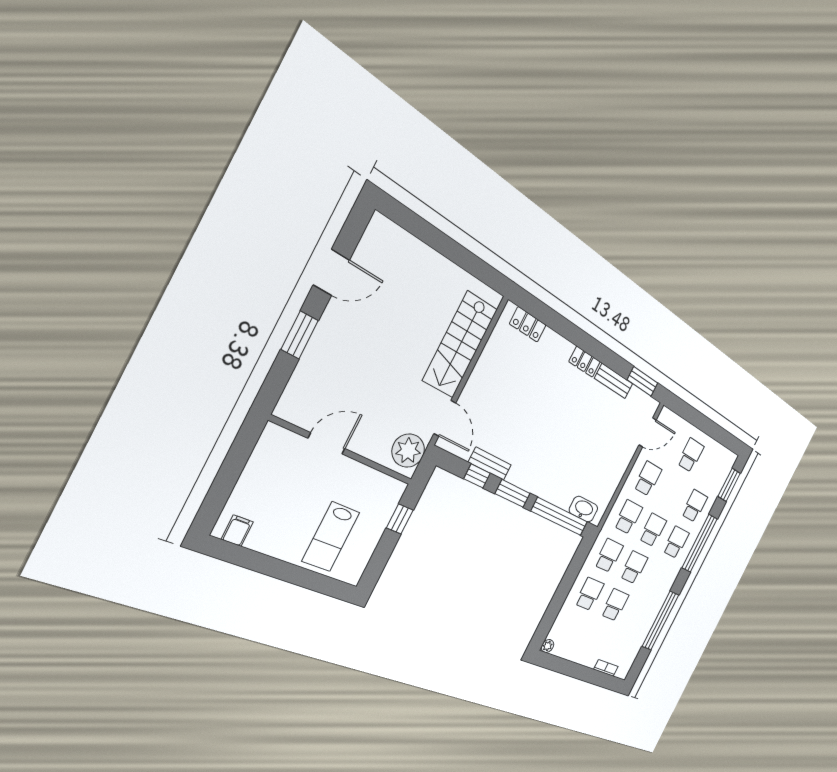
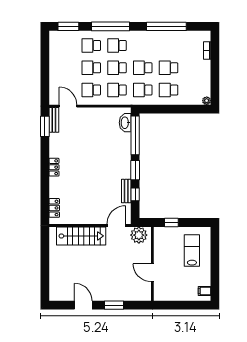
bench: (614, 381) -> (54, 120), moved
school desk: (691, 455) -> (91, 68), moved
lab bench: (331, 537) -> (192, 250), turned -90

